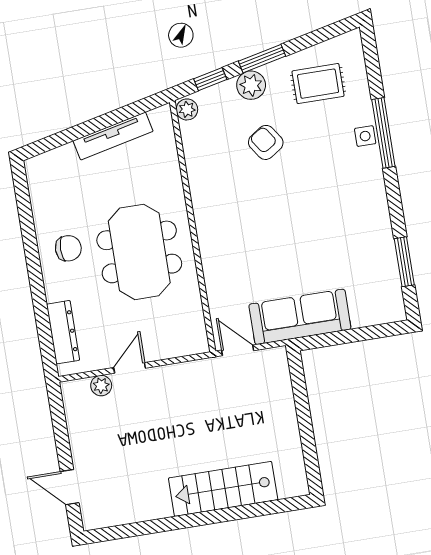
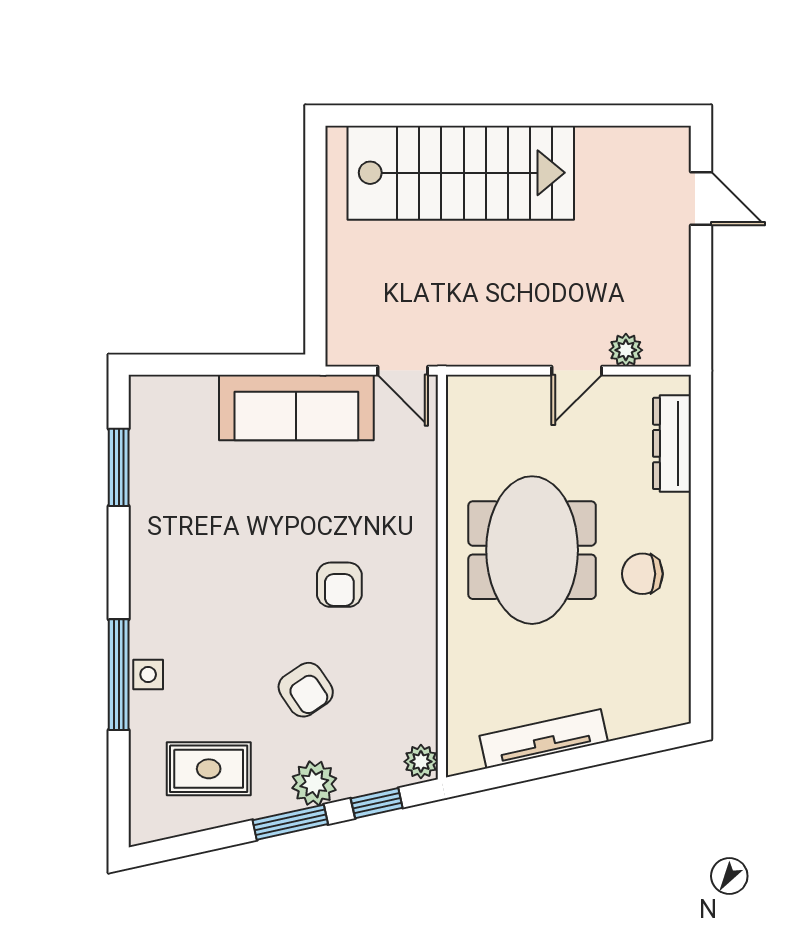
armchair: (255, 211) -> (339, 585), added
stairs: (223, 489) -> (461, 173), width x1.36, depth x1.51

